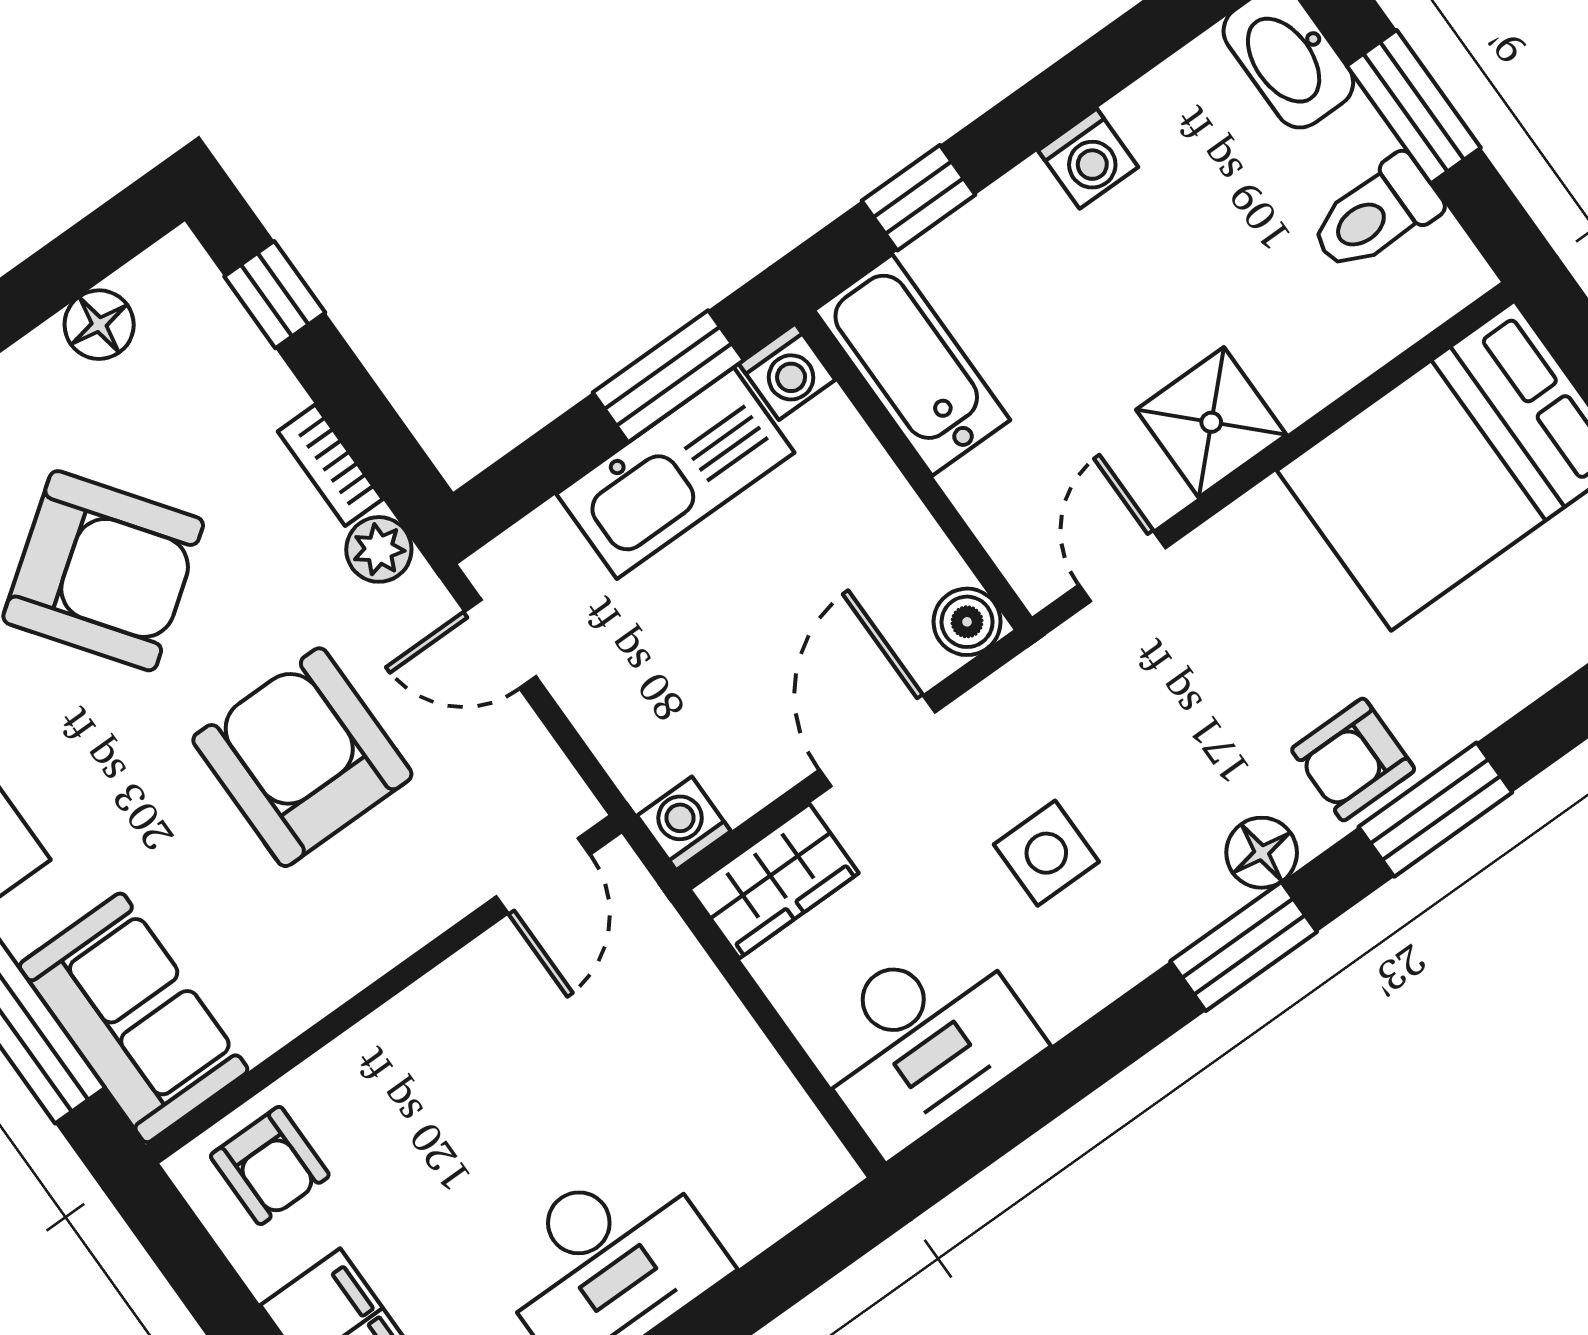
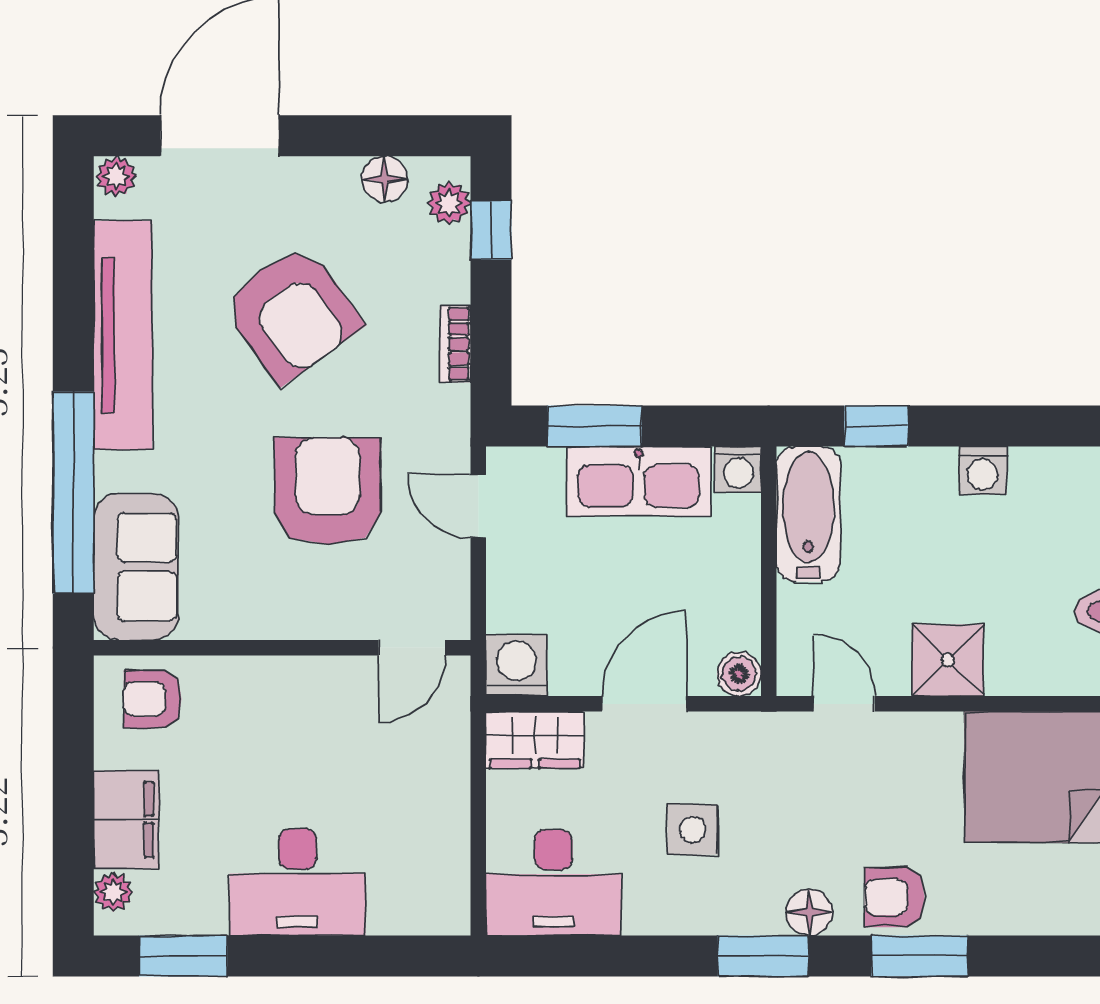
window: (668, 376) -> (595, 426), moved
plant: (379, 549) -> (449, 203), moved
door: (1122, 566) -> (844, 704), hinge flipped
washing machine: (684, 823) -> (517, 665), width x1.38, depth x1.38
armchair: (270, 1166) -> (153, 699), turned 90

